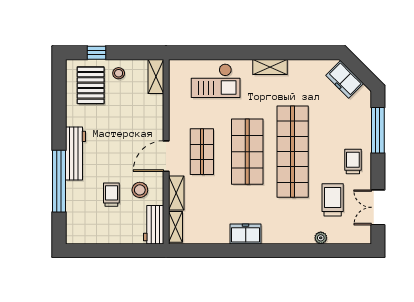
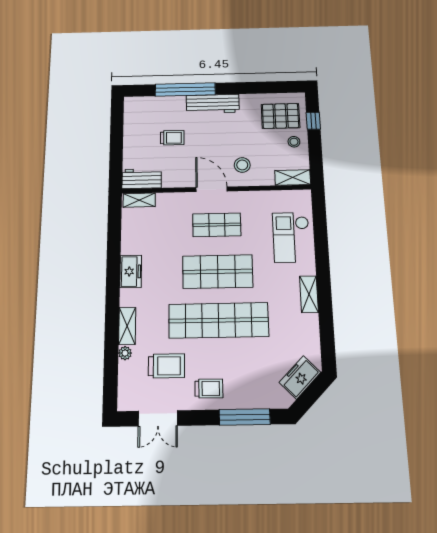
stool: (140, 190) -> (242, 165), moved
shelving: (176, 193) -> (127, 326), moved, turned 90
double door: (378, 207) -> (158, 418), swing flipped

